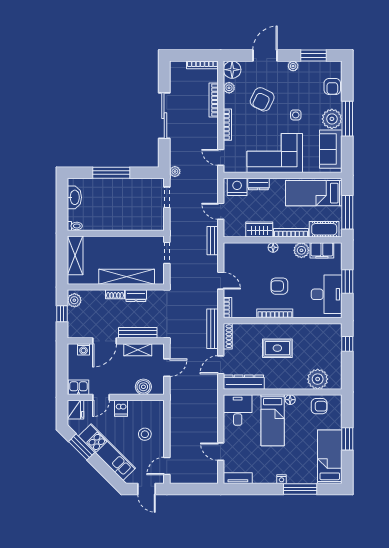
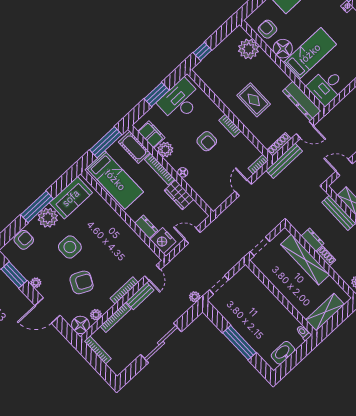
side table: (296, 115) -> (70, 247), width x1.87, depth x1.87
corner sofa: (275, 153) -> (112, 236), removed
door: (221, 211) -> (192, 236), swing flipped
bench: (213, 241) -> (140, 296), moved
bookcase: (275, 313) -> (230, 126), width x0.64
floor lamp: (290, 400) -> (283, 49), width x1.89, depth x1.89

